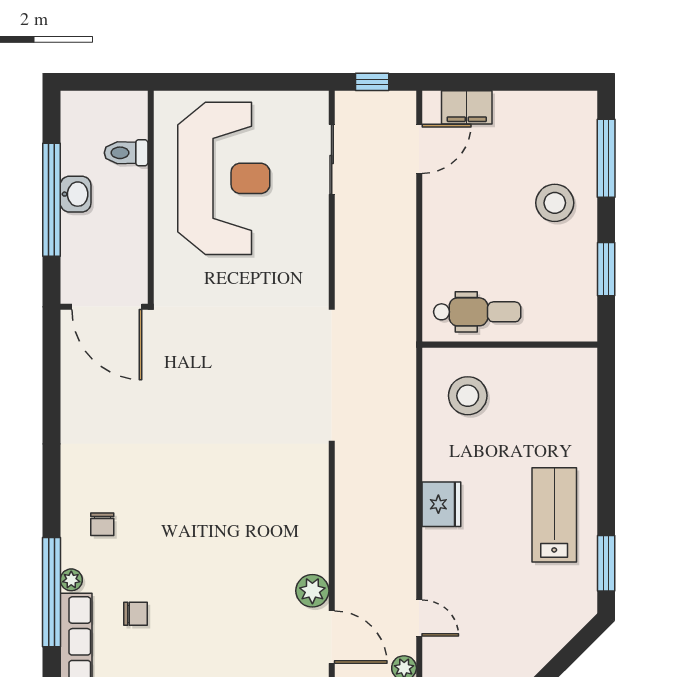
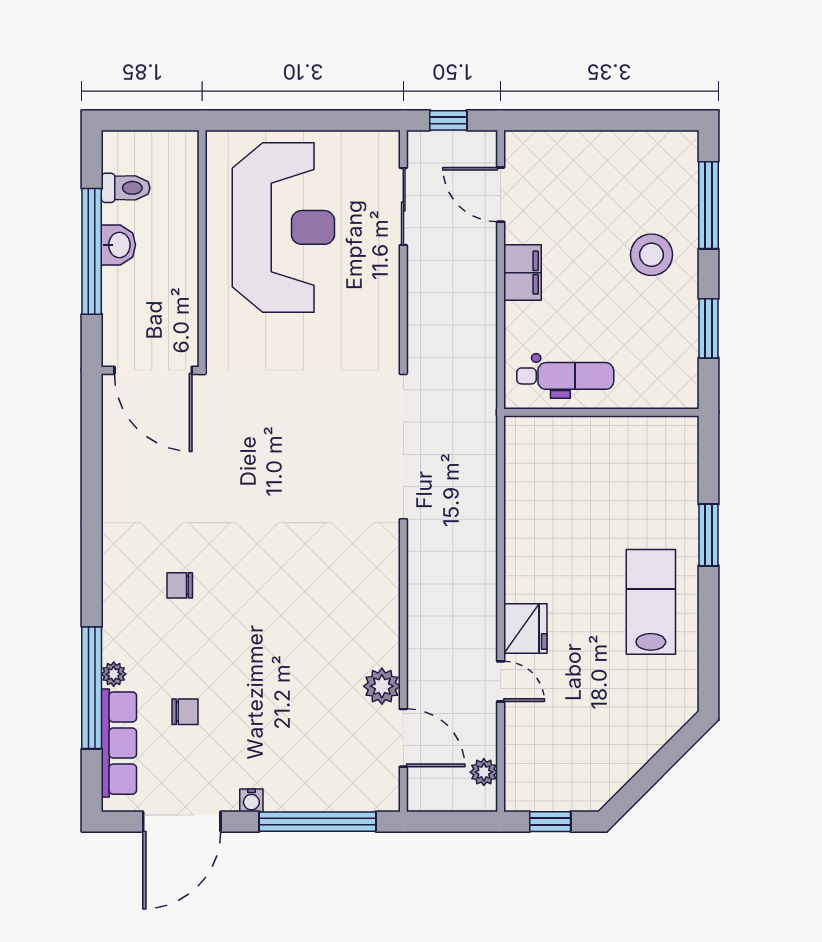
filing cabinet: (467, 107) -> (523, 273), moved, turned -90
door: (419, 149) -> (501, 195), swing flipped
toilet: (126, 153) -> (126, 188), moved, turned 180
stool: (468, 396) -> (555, 469), removed
fridge: (441, 504) -> (525, 629), moved
chair: (102, 524) -> (180, 585), moved, turned 90
window: (606, 563) -> (709, 535), moved
door: (419, 618) -> (501, 681), moved

